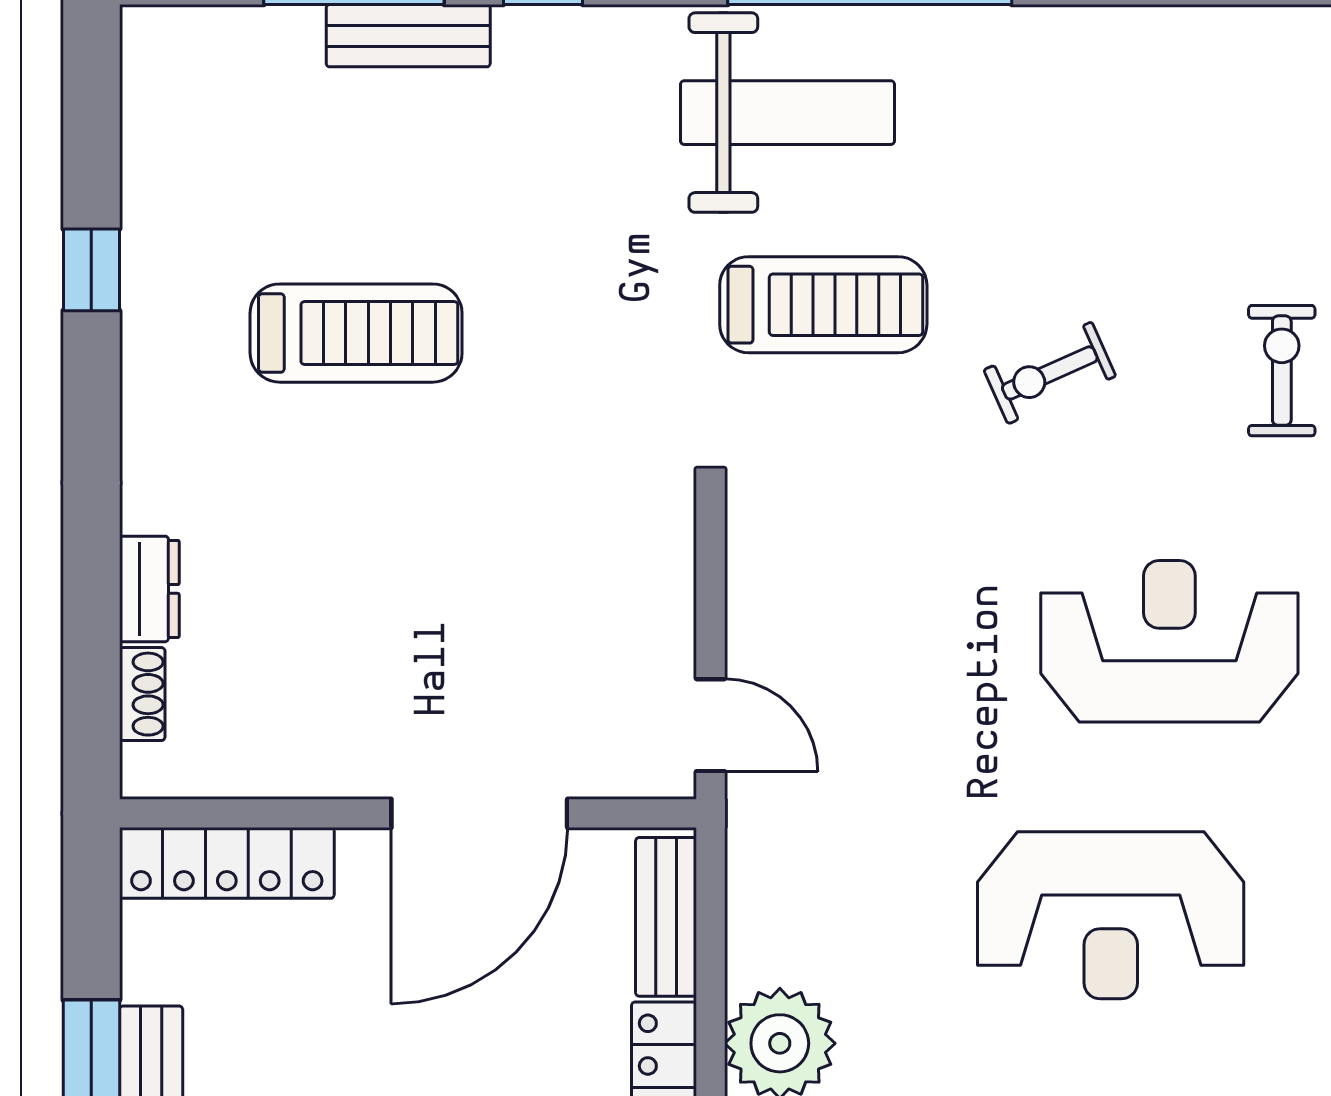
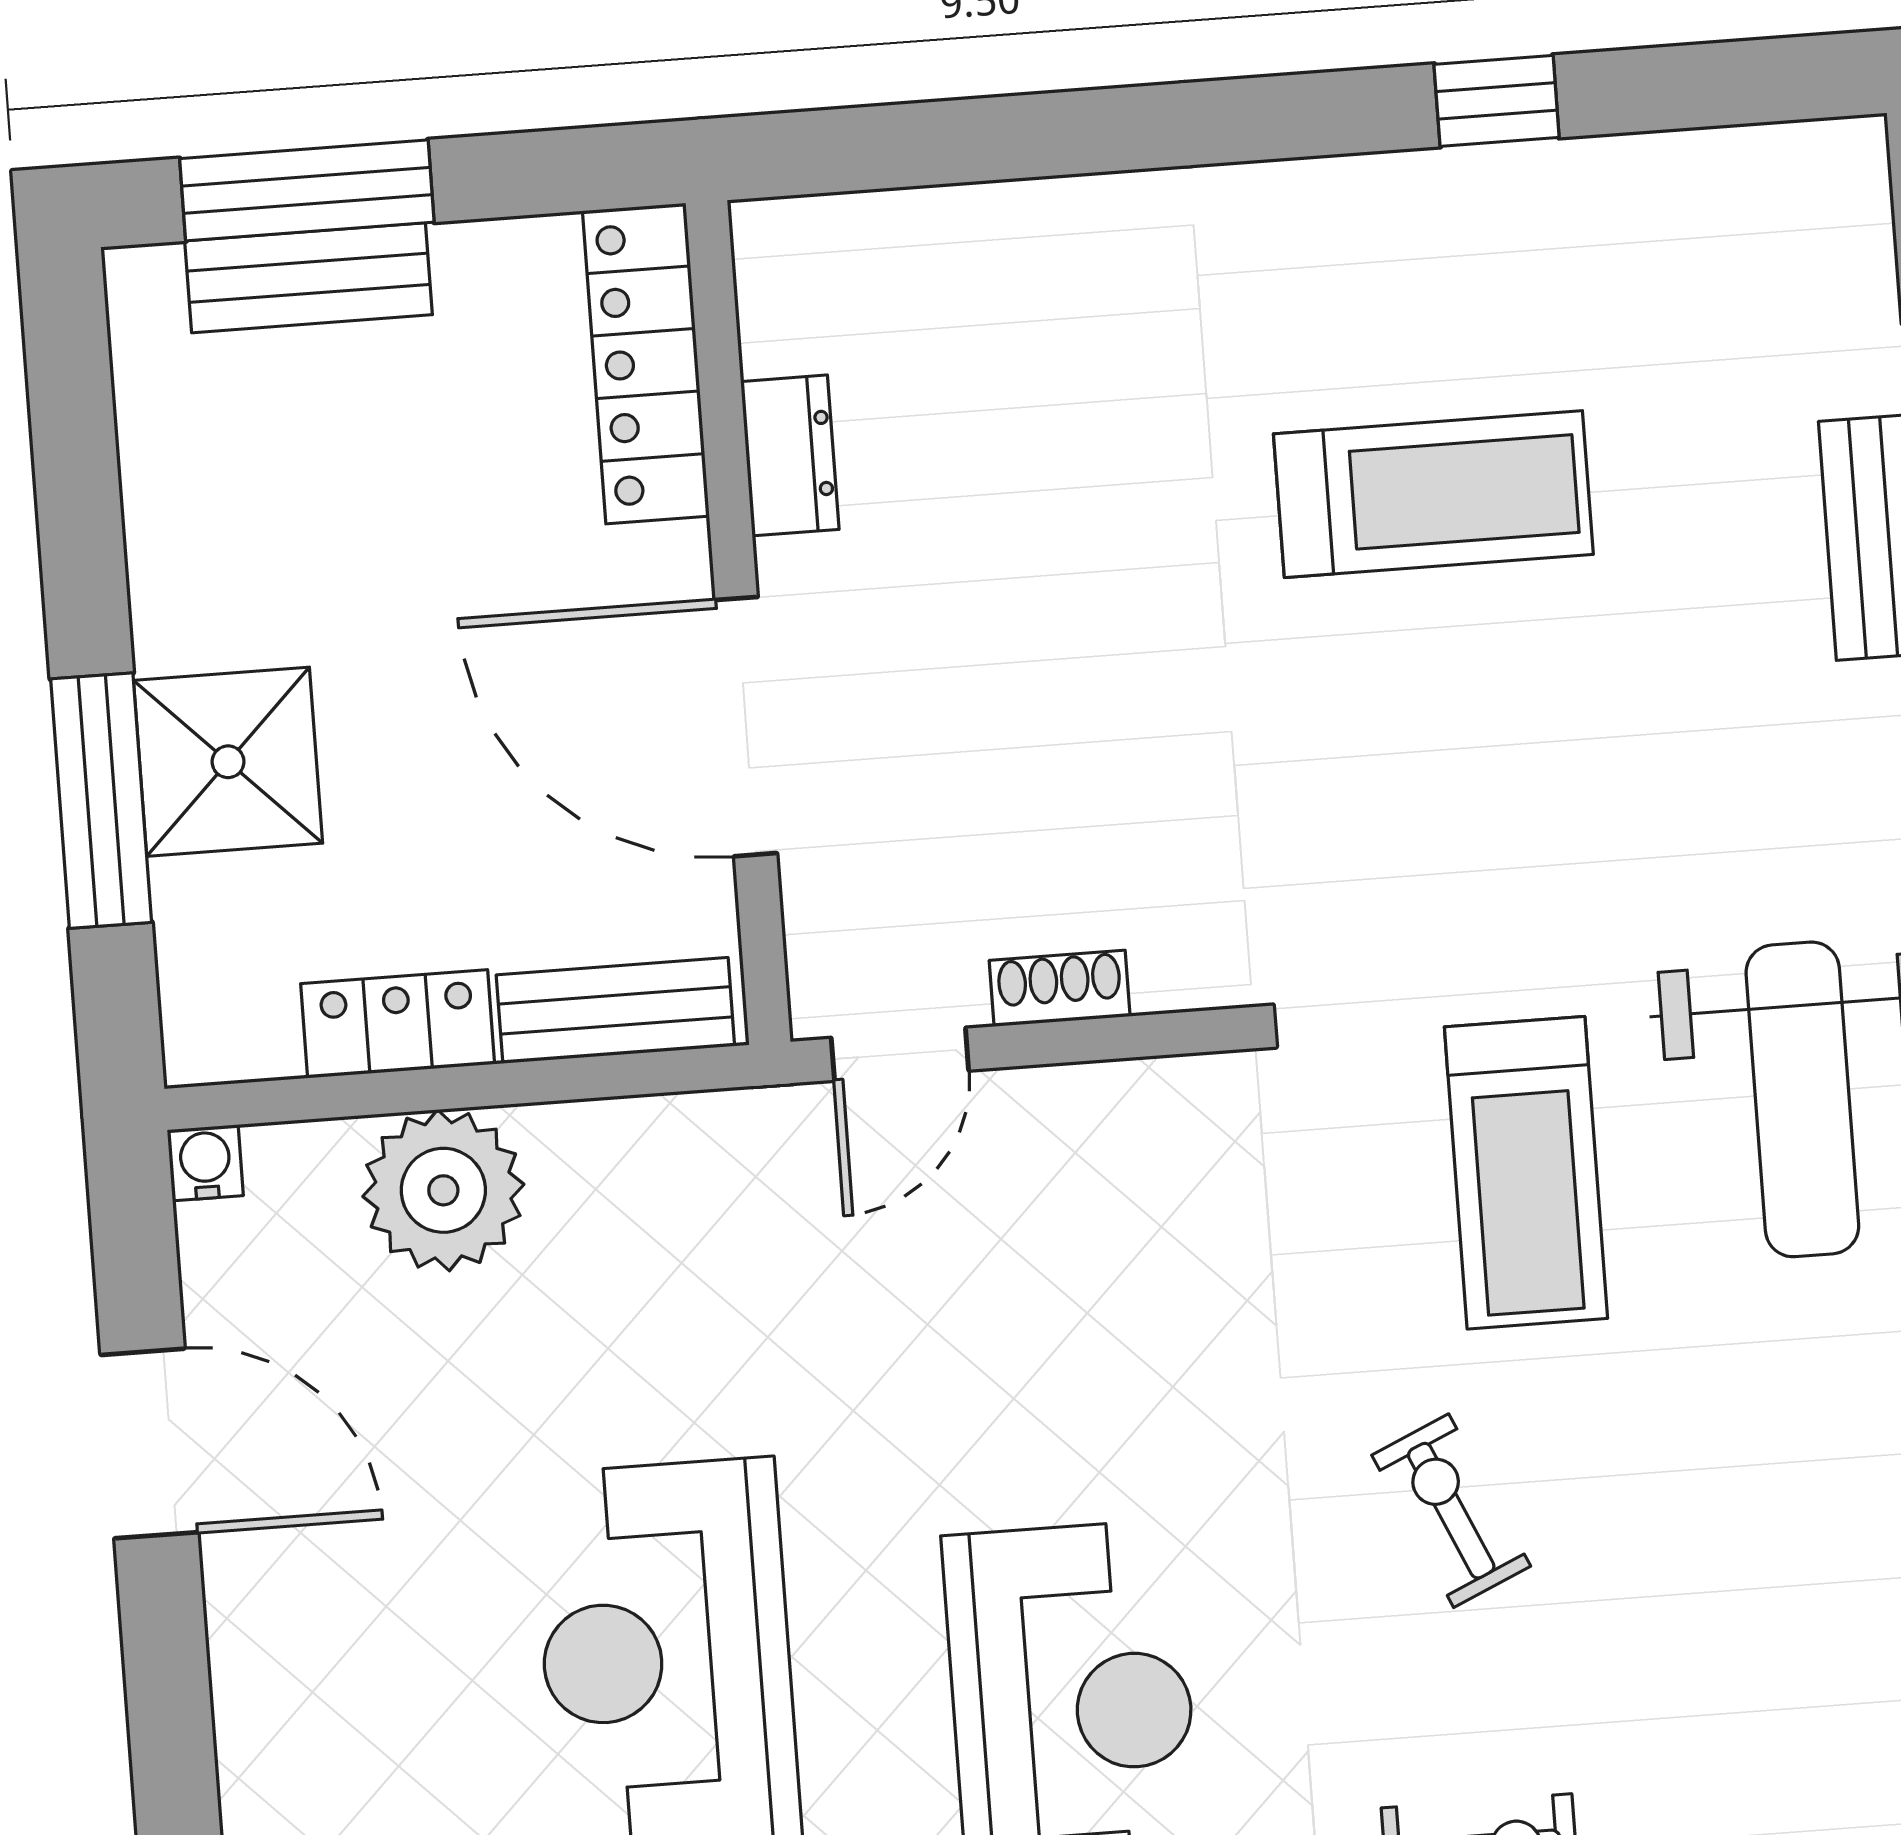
treadmill: (356, 333) -> (1433, 494), turned -90
dresser: (149, 589) -> (790, 455), moved, turned -90
shoe rack: (142, 694) -> (1060, 988), moved, turned 180

